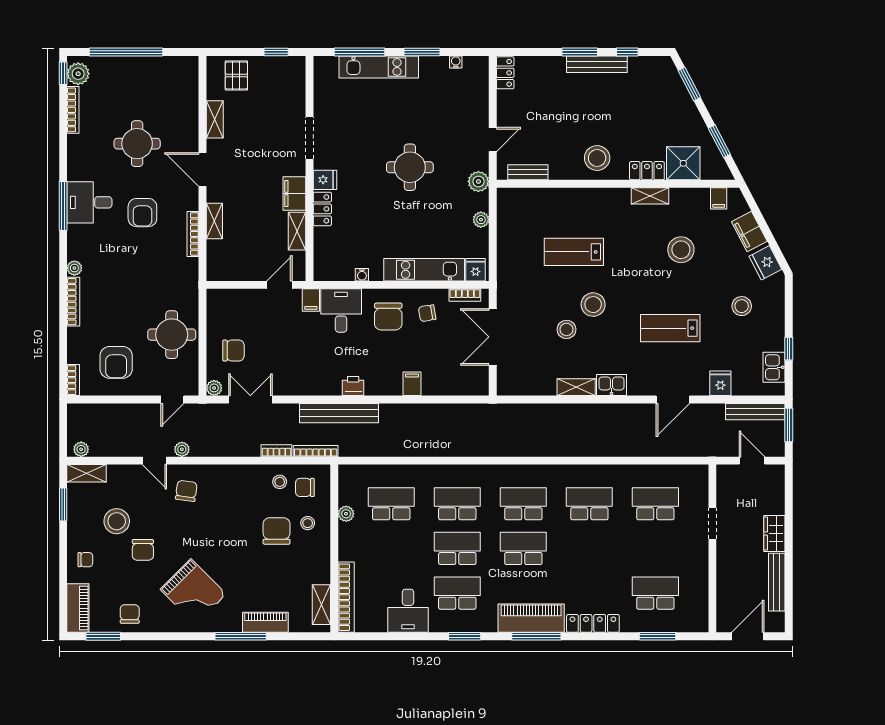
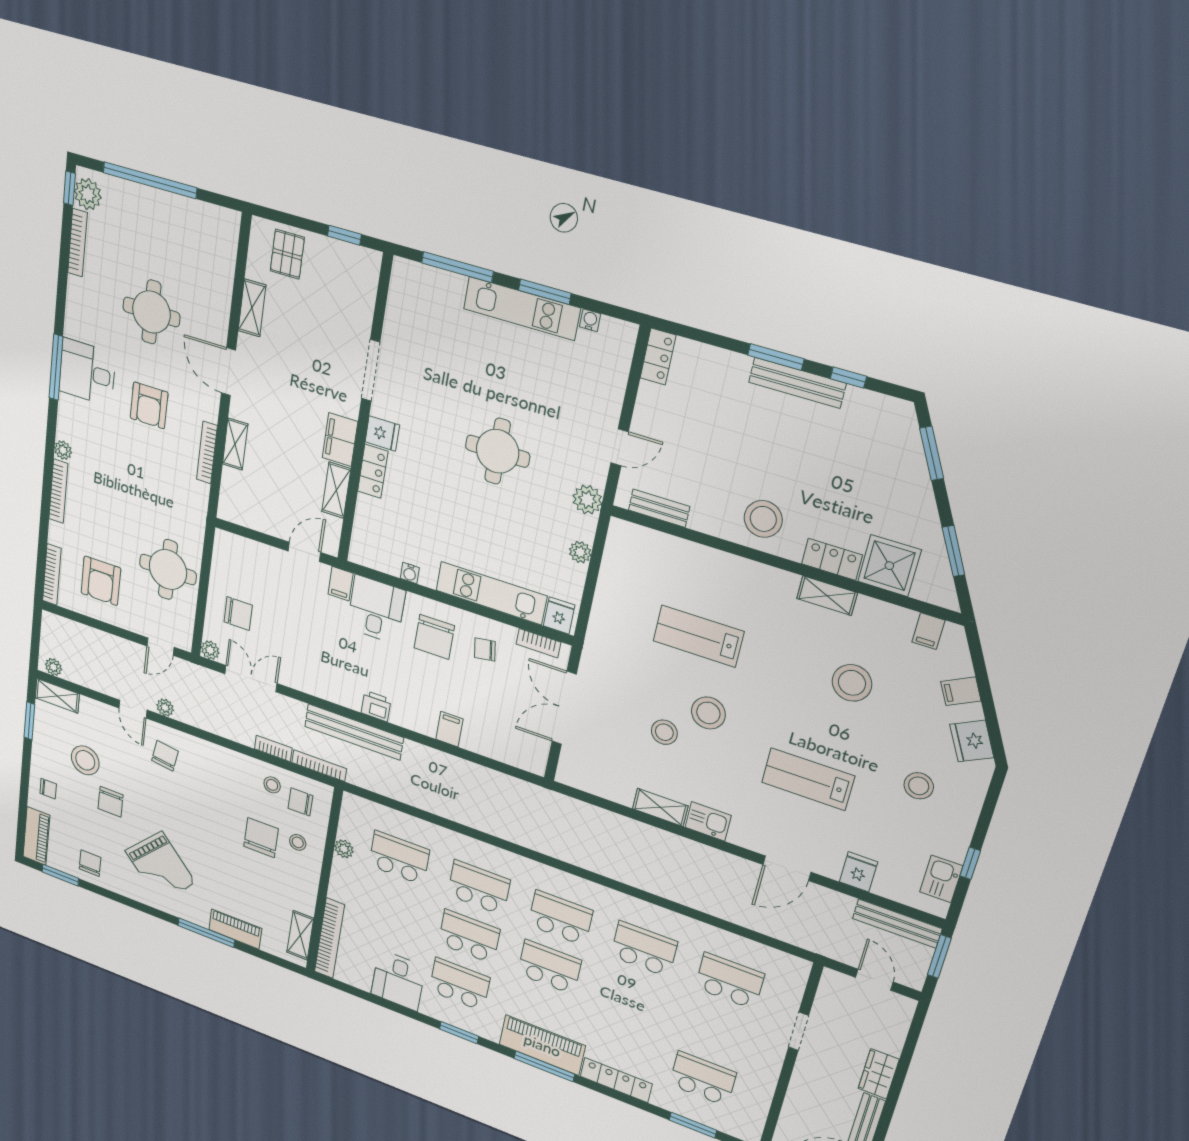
kitchen unit: (379, 67) -> (522, 308), moved
filing cabinet: (749, 232) -> (961, 691), width x0.50
bookcase: (73, 380) -> (52, 575), width x1.56

